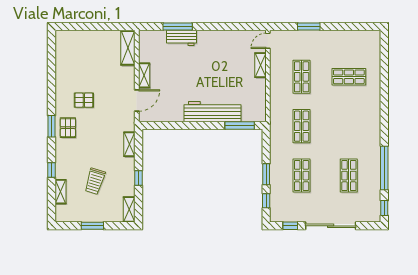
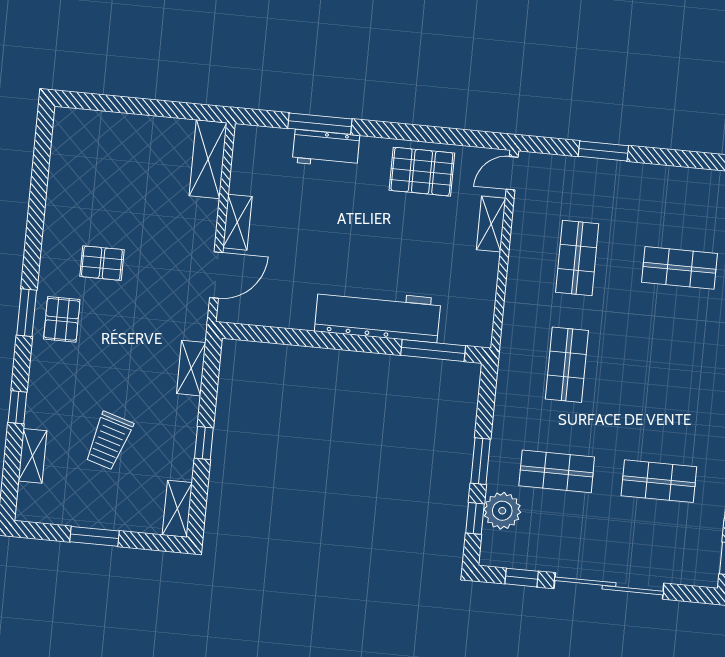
pallet: (227, 44) -> (422, 172), added
shop shelf: (302, 176) -> (557, 471), turned 90
shop shelf: (349, 176) -> (659, 481), turned 90
plant: (278, 196) -> (502, 511), added

